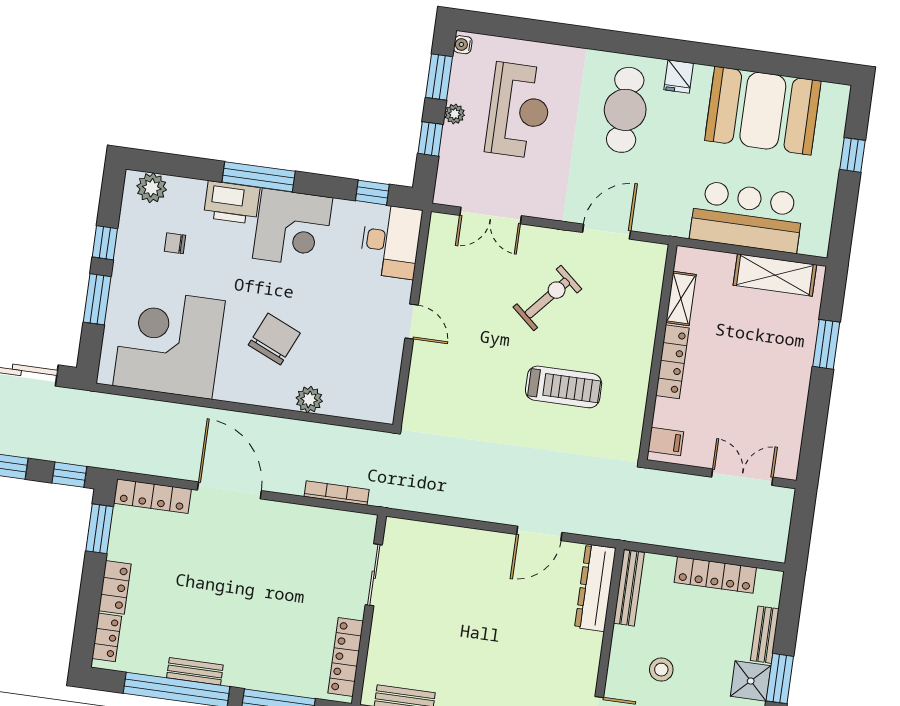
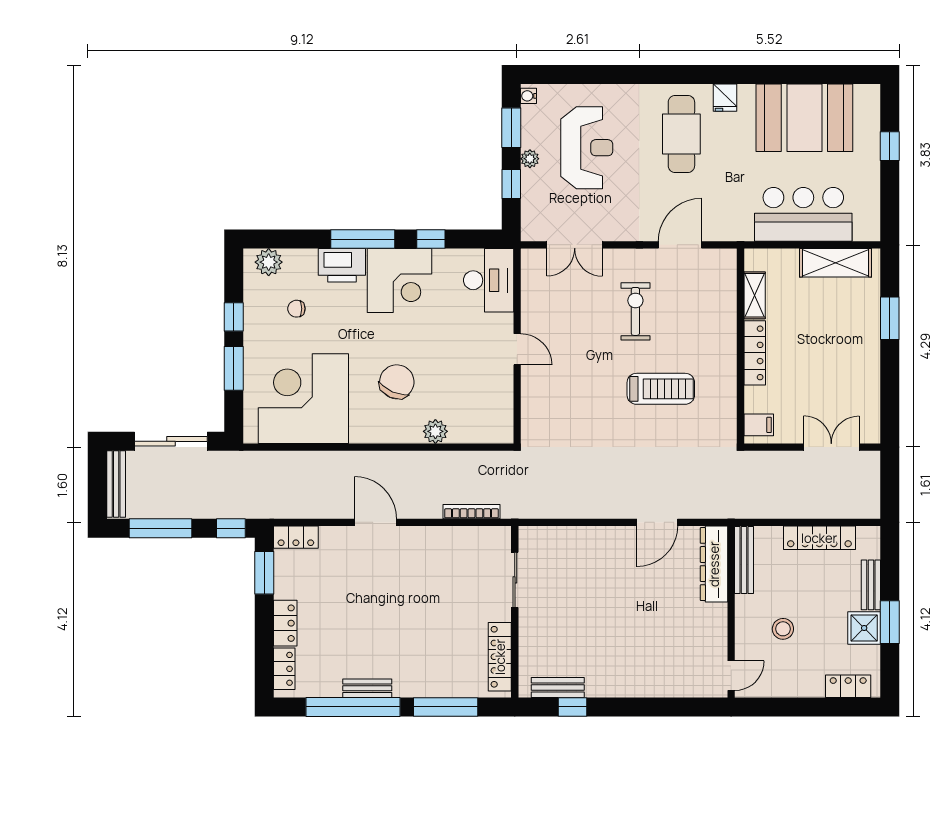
window: (372, 193) -> (431, 239), moved
exercise bike: (547, 298) -> (635, 311), turned -41
door: (229, 490) -> (375, 522), width x0.73
locker: (152, 496) -> (296, 537), width x0.66

